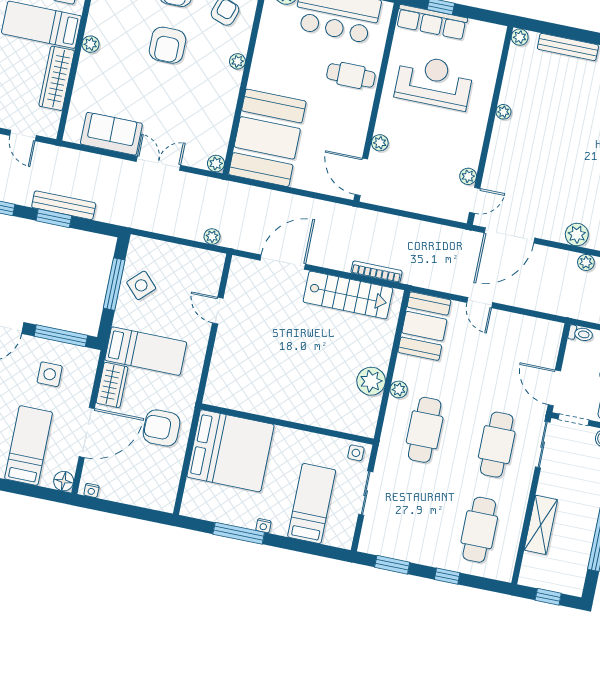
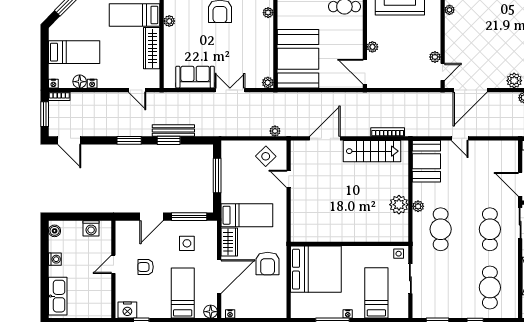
side table: (141, 285) -> (266, 156), moved
armchair: (161, 428) -> (268, 264), turned -90

